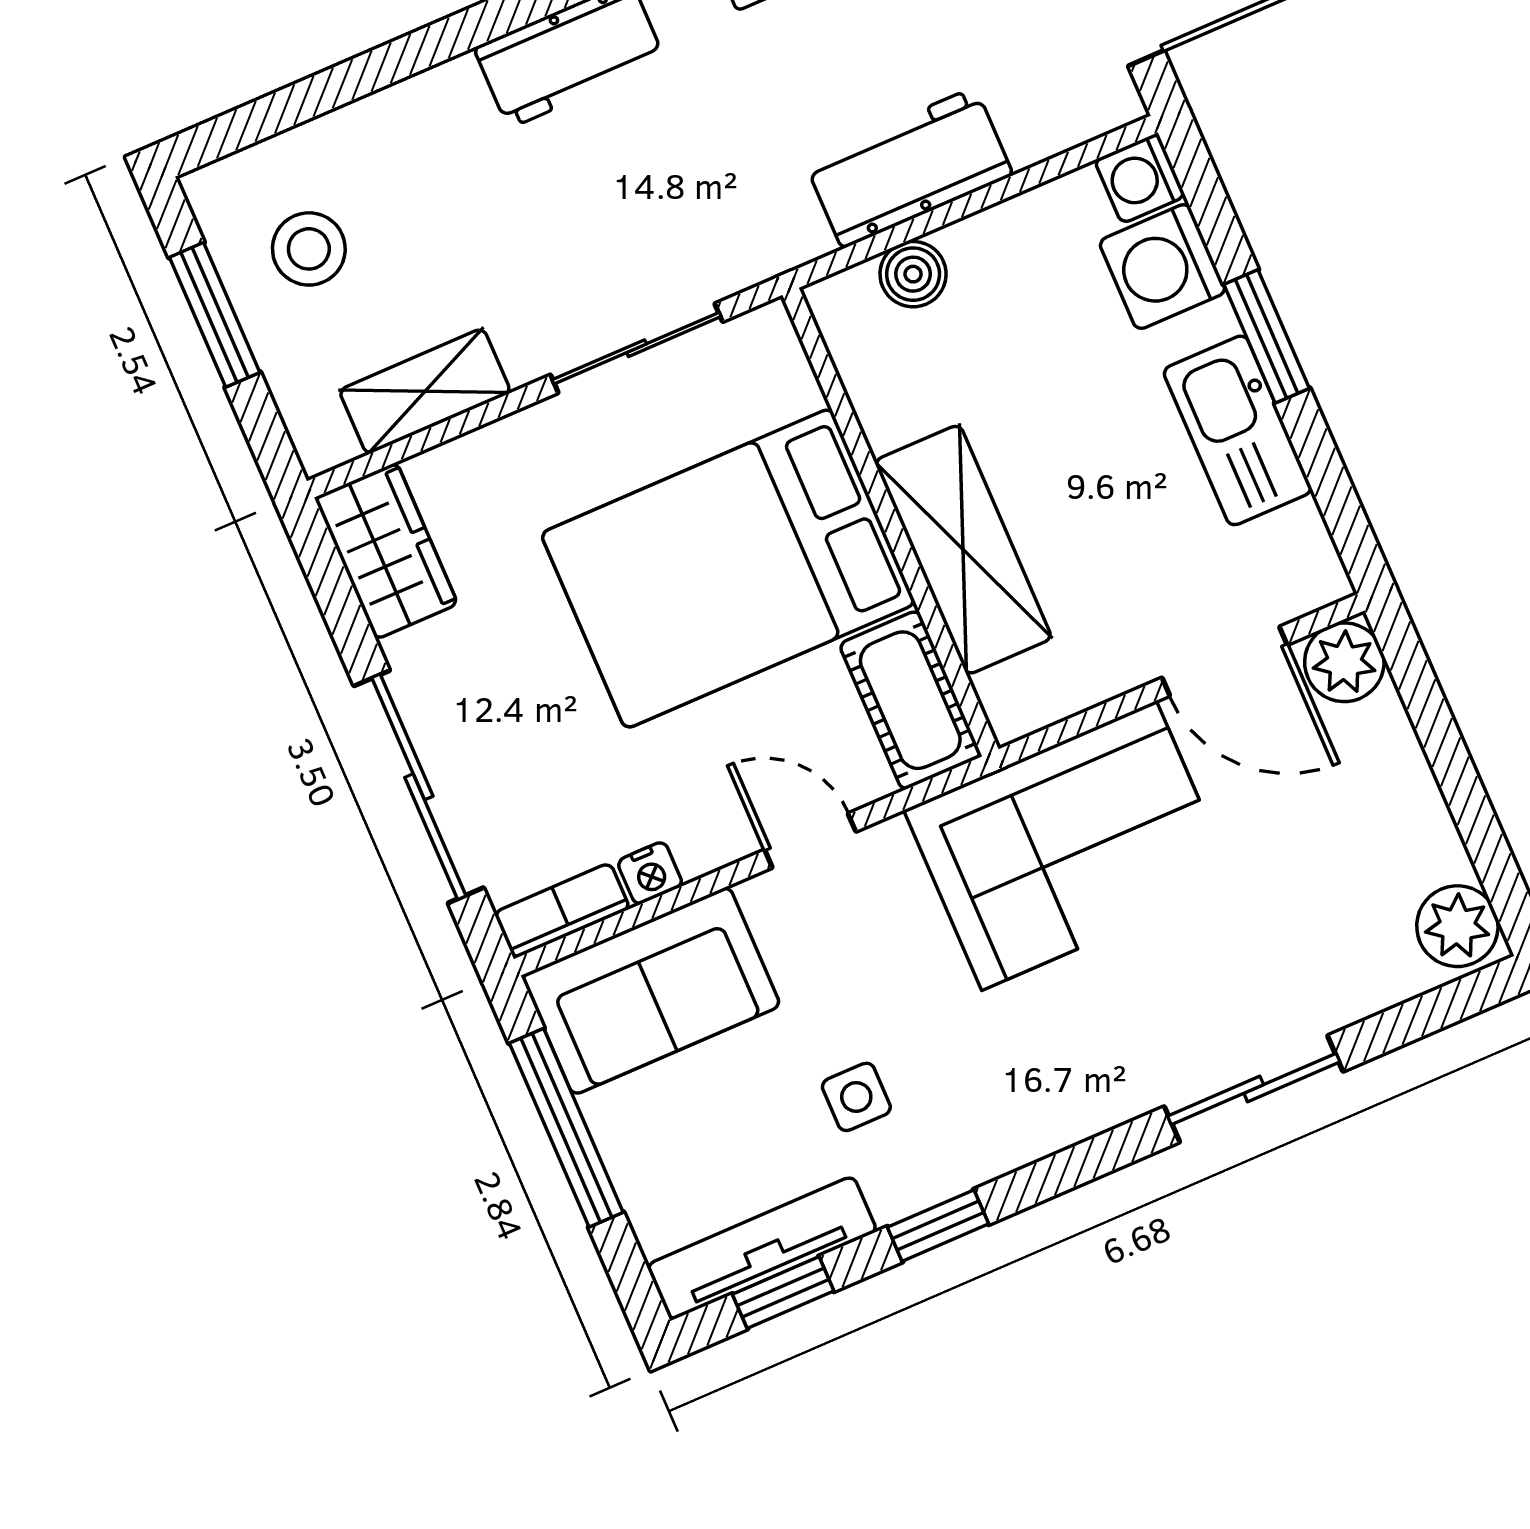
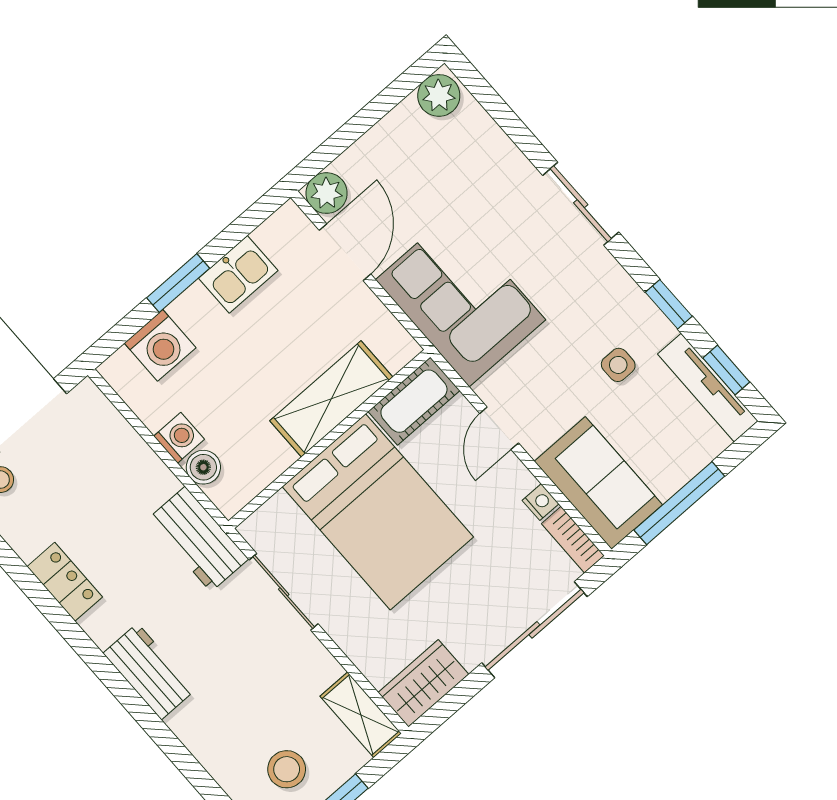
workbench: (909, 168) -> (198, 539), moved
washing machine: (1140, 178) -> (179, 438), moved, turned -90
shelving: (425, 391) -> (361, 715), moved
kitchen sink: (1238, 430) -> (238, 274), width x0.73
sliding door: (1254, 1089) -> (581, 204), moved

